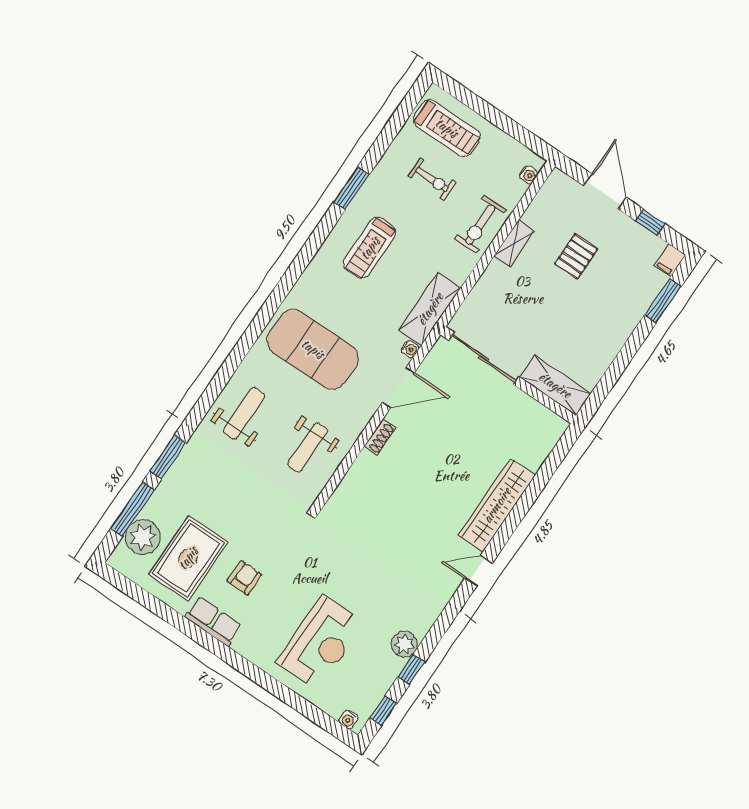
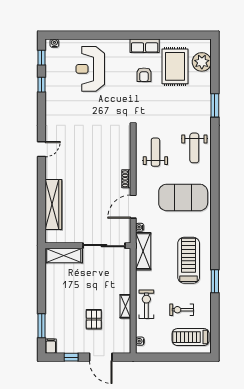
treadmill: (370, 248) -> (189, 260), width x1.37, depth x1.38
wardrobe: (497, 505) -> (53, 204), moved
window: (133, 509) -> (215, 71), removed
plant: (404, 644) -> (52, 94), removed

